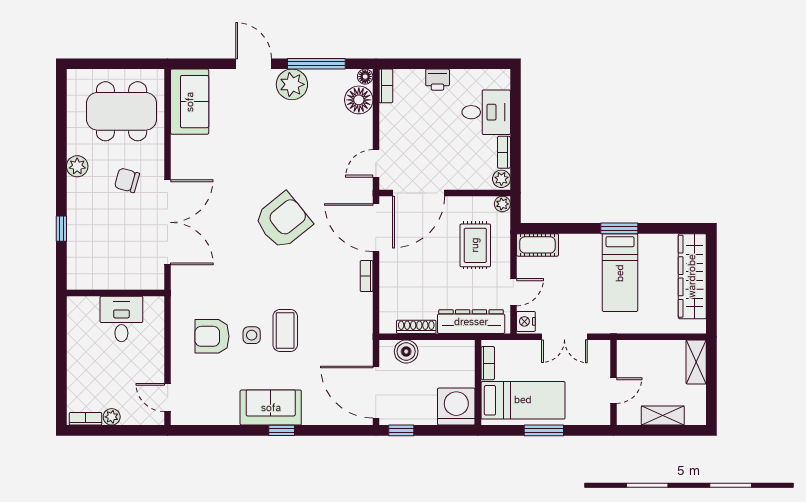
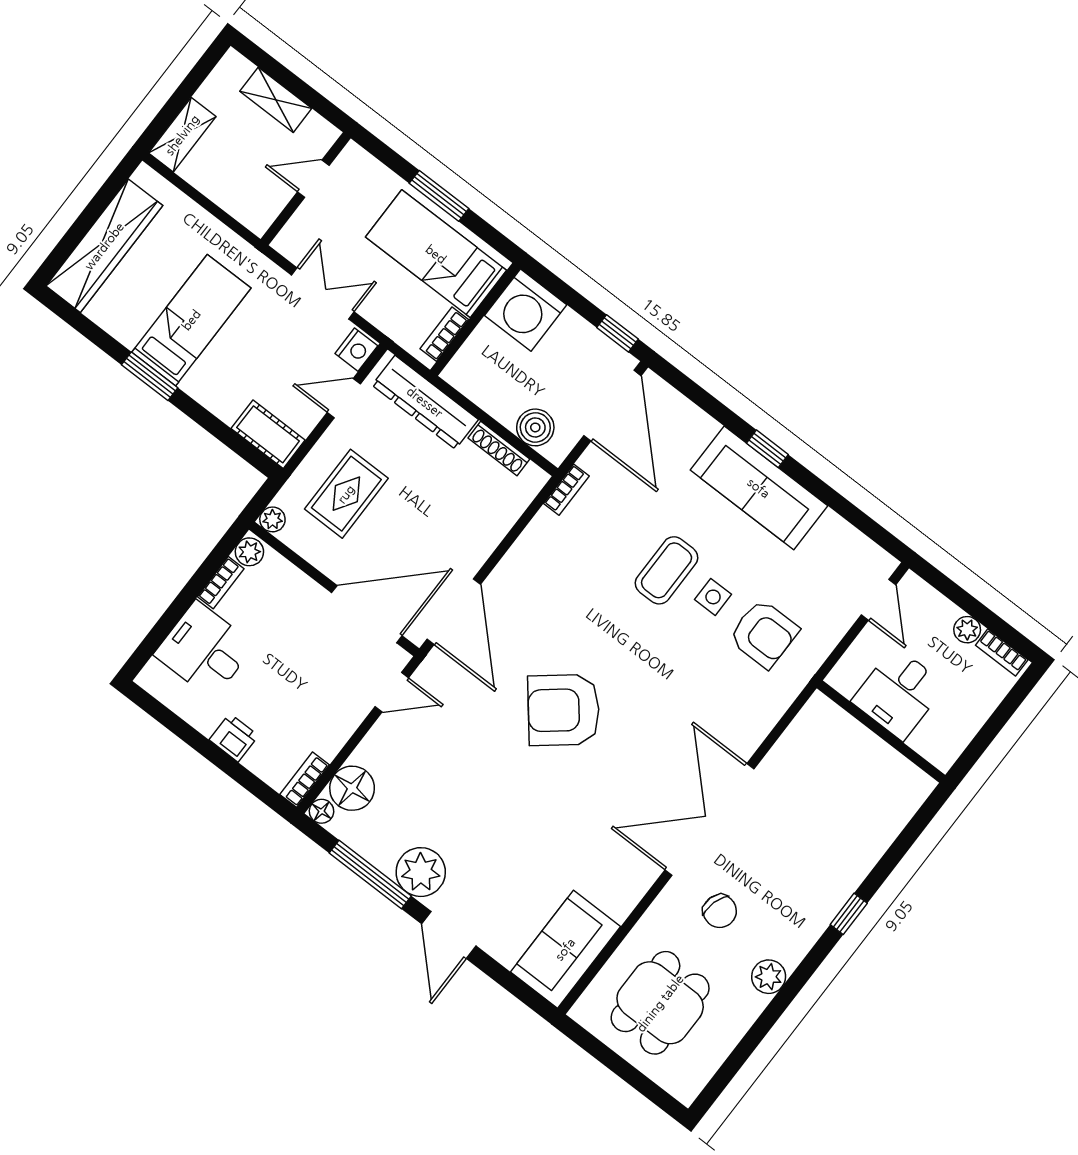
dining table: (122, 111) -> (660, 1003), width x0.73
bookcase: (367, 276) -> (566, 490), moved
wall: (116, 293) -> (881, 732), moved
desk: (121, 319) -> (899, 693), moved
sofa: (271, 408) -> (759, 488), width x1.36

